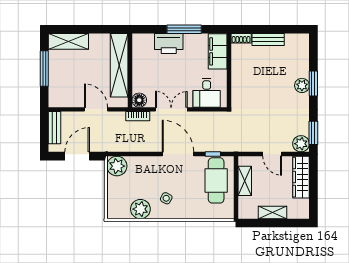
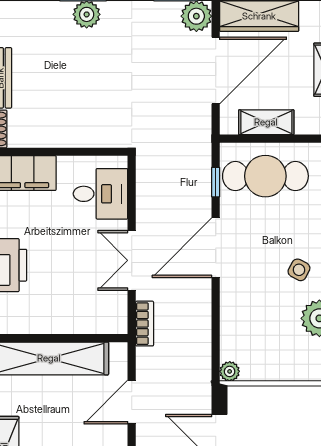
floor lamp: (139, 100) -> (114, 321), removed
door: (272, 154) -> (216, 70), width x1.87
plant: (117, 166) -> (230, 371), width x0.53, depth x0.53

